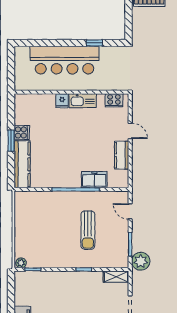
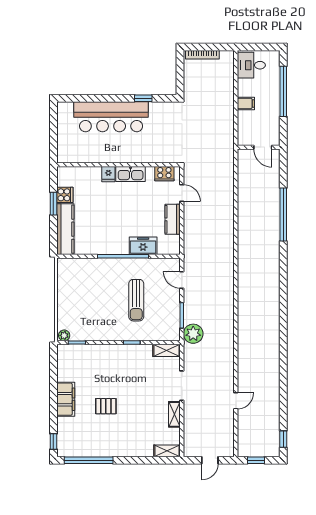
wall: (71, 92) -> (118, 165), moved
cooker: (114, 100) -> (164, 174), moved
fridge: (62, 101) -> (108, 174), moved
kitchen sink: (83, 101) -> (131, 174), moved

